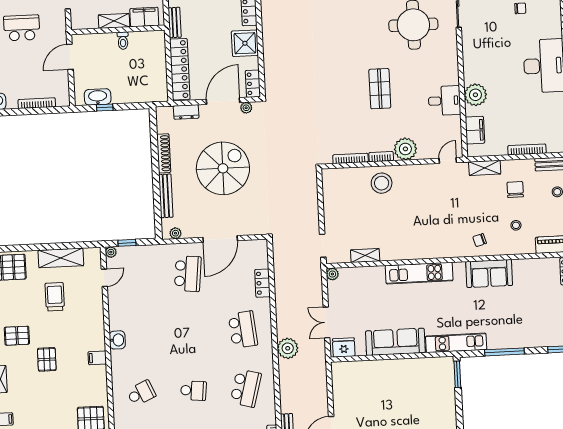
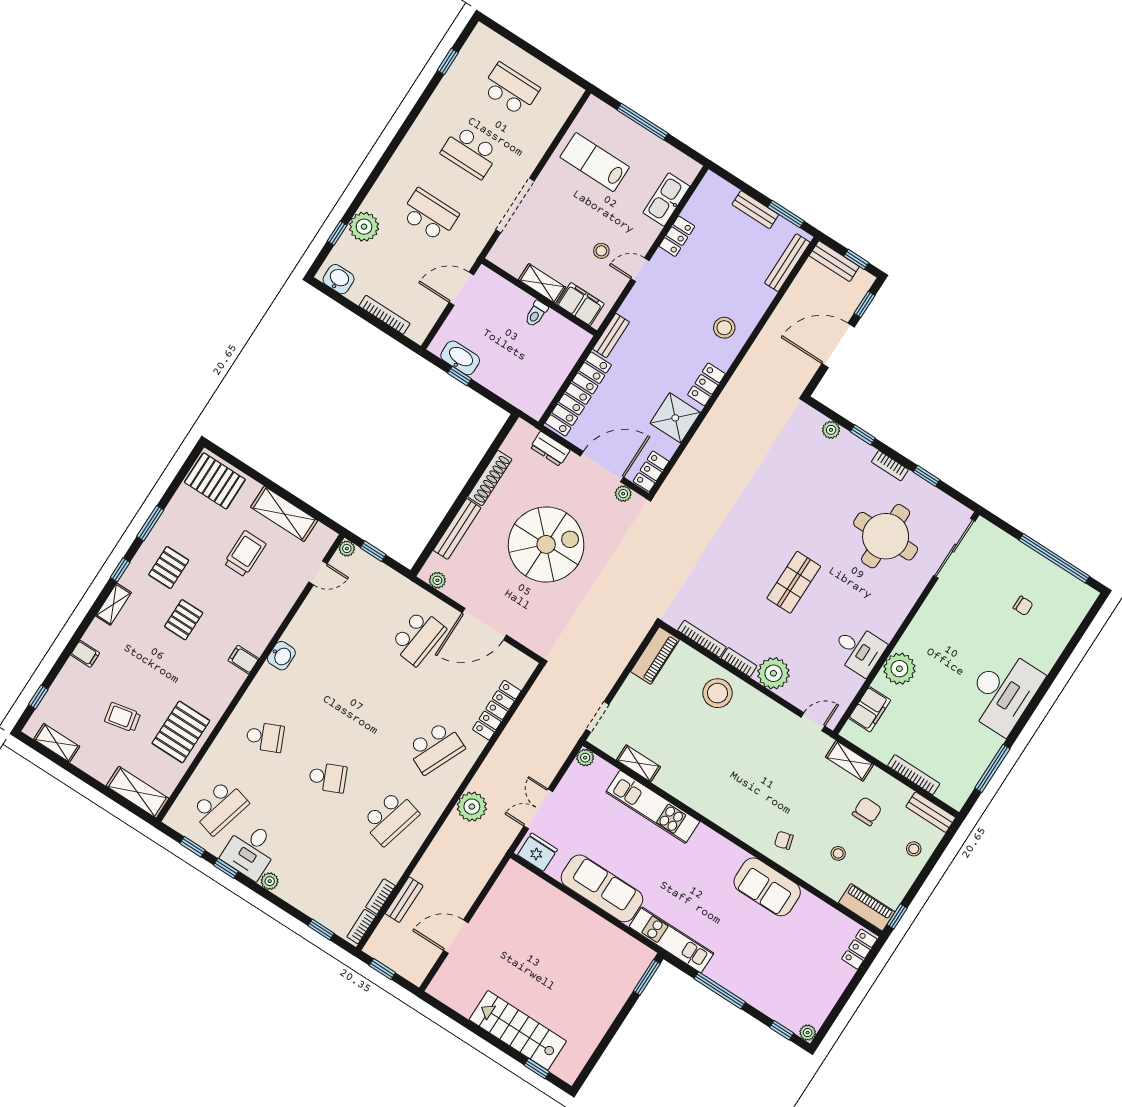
piano: (331, 187) -> (655, 656), added
kitchen unit: (419, 273) -> (653, 807), moved
locker: (262, 283) -> (497, 710), width x1.53
school desk: (243, 330) -> (435, 748), turned 30
pallet: (17, 336) -> (169, 567), turned 90
school desk: (193, 391) -> (328, 777), turned -30

